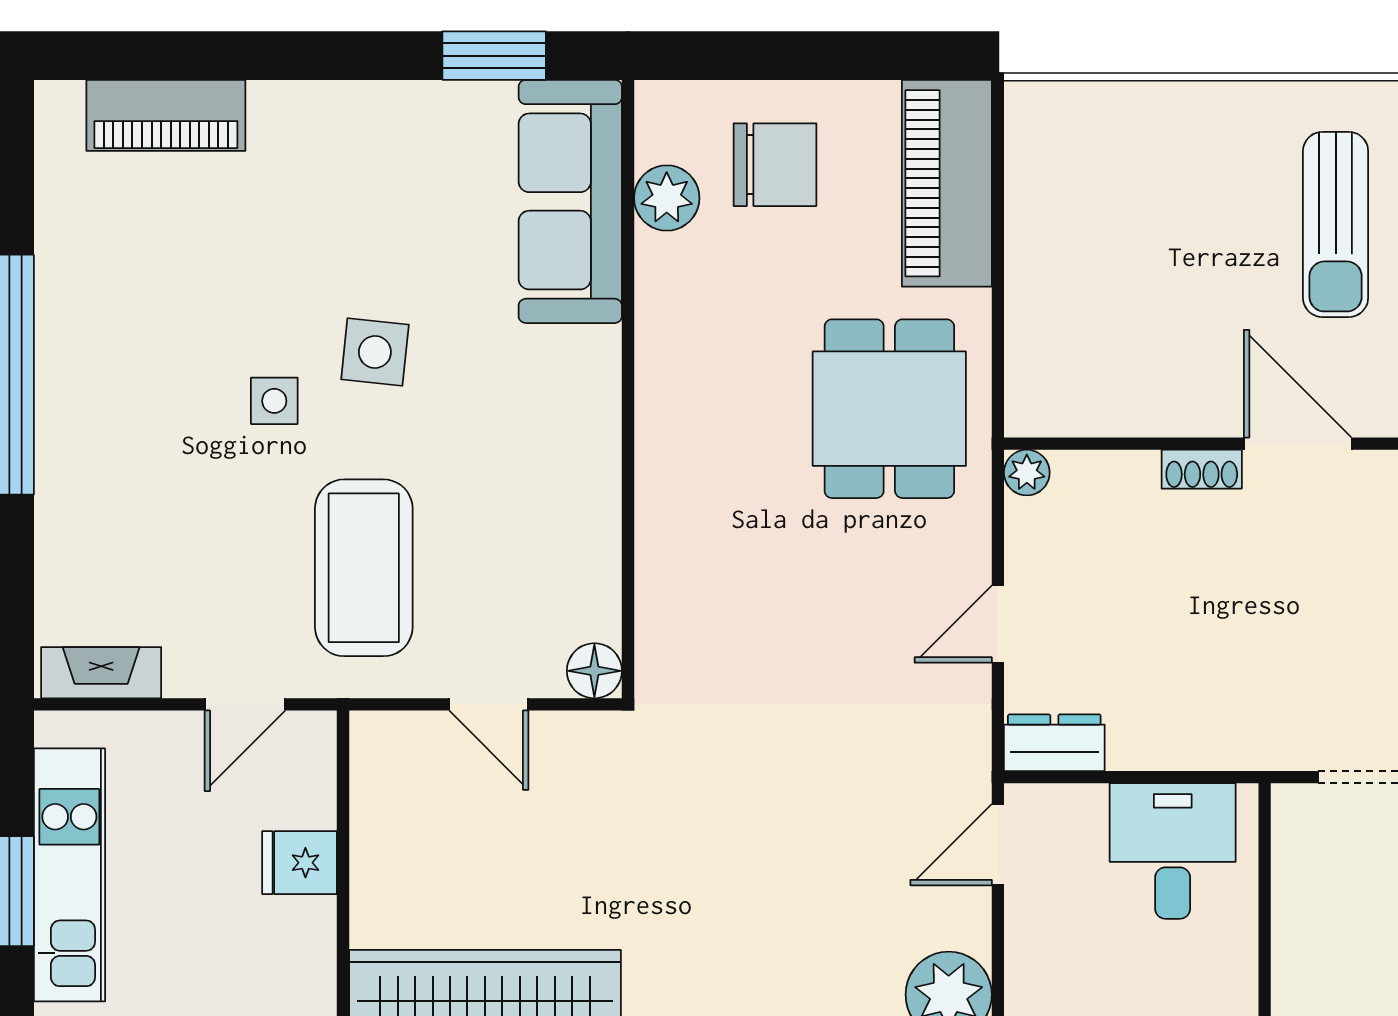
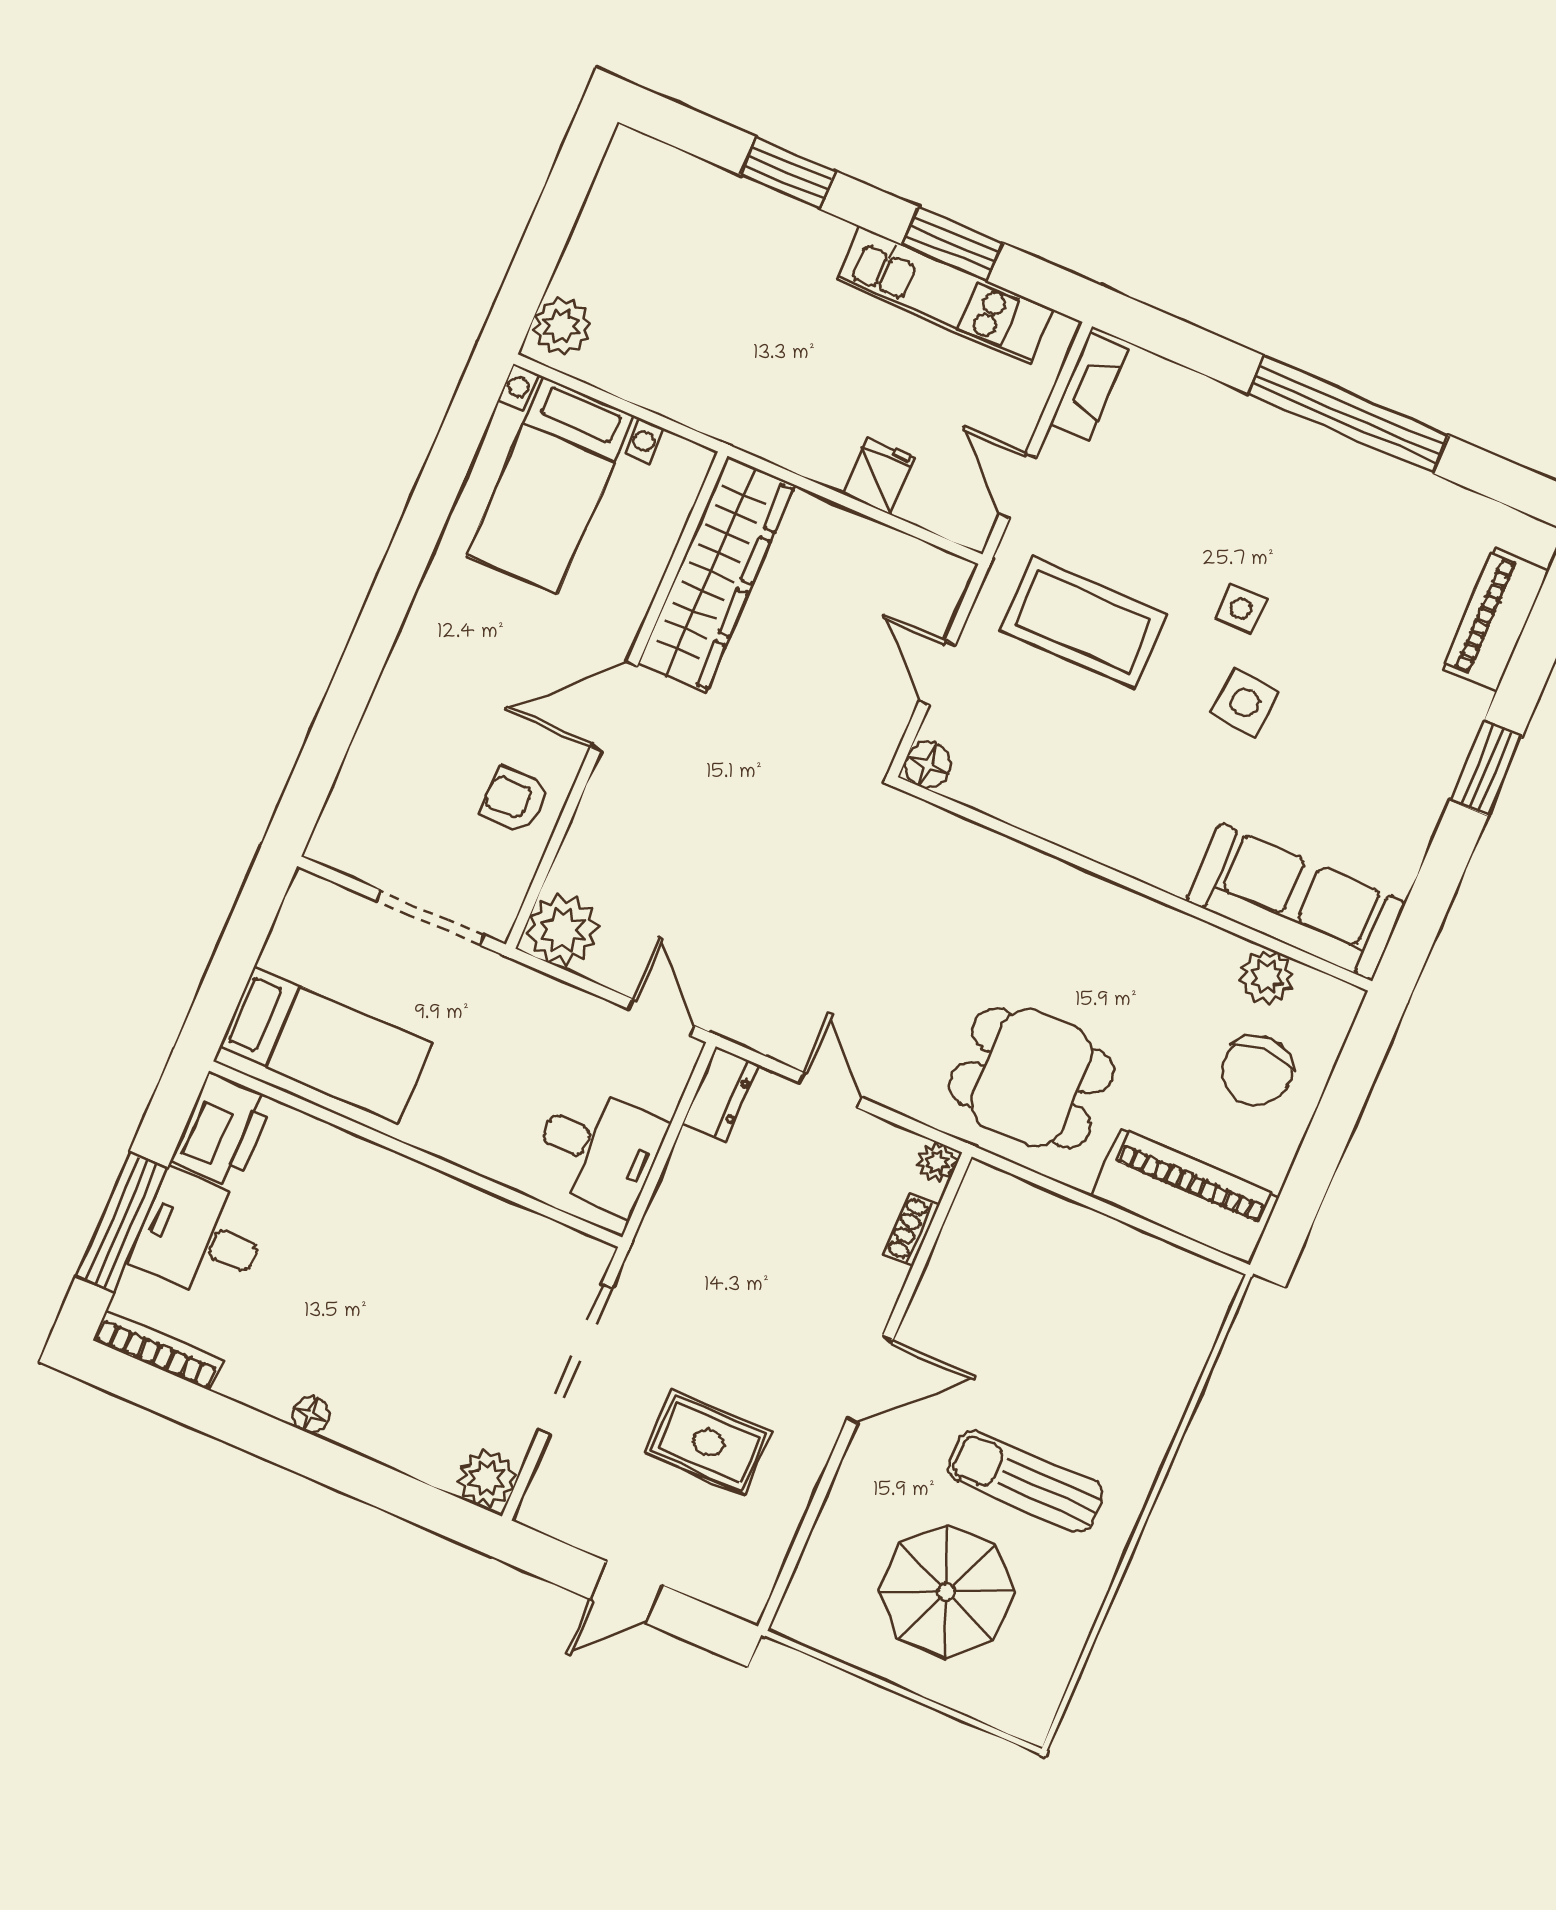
window: (494, 56) -> (1486, 768), moved
shoe rack: (1202, 469) -> (911, 1230), moved
door: (489, 704) -> (937, 673), hinge flipped

